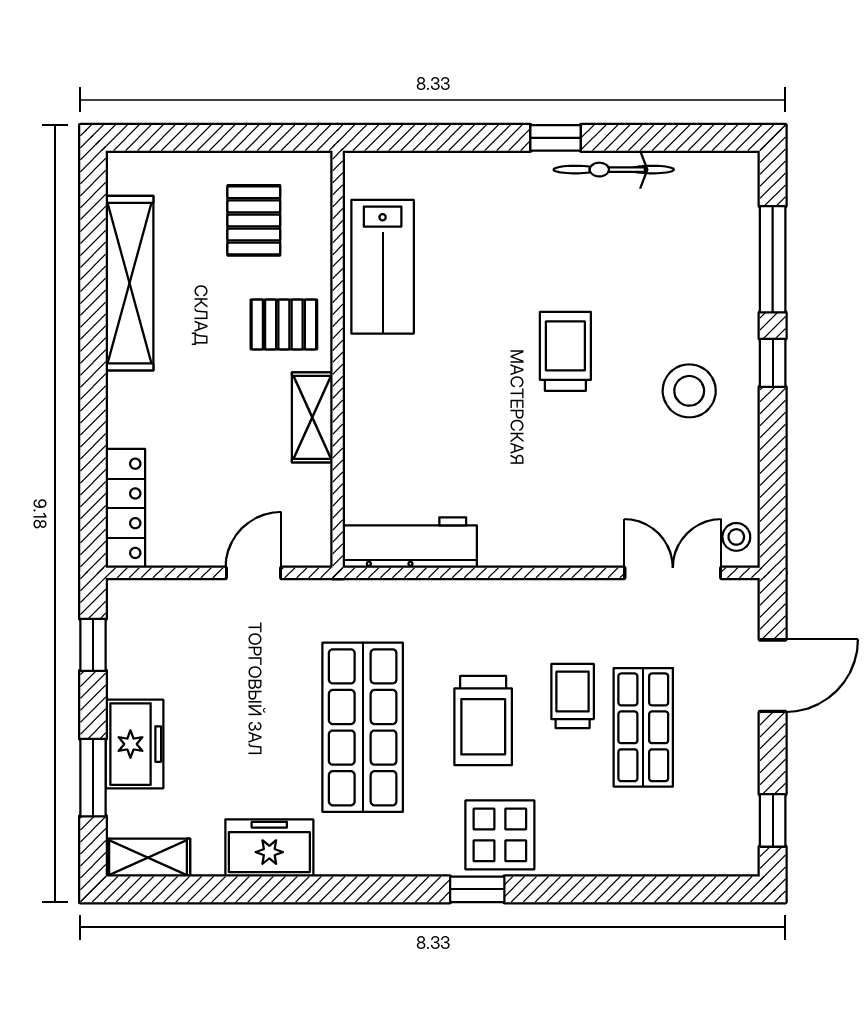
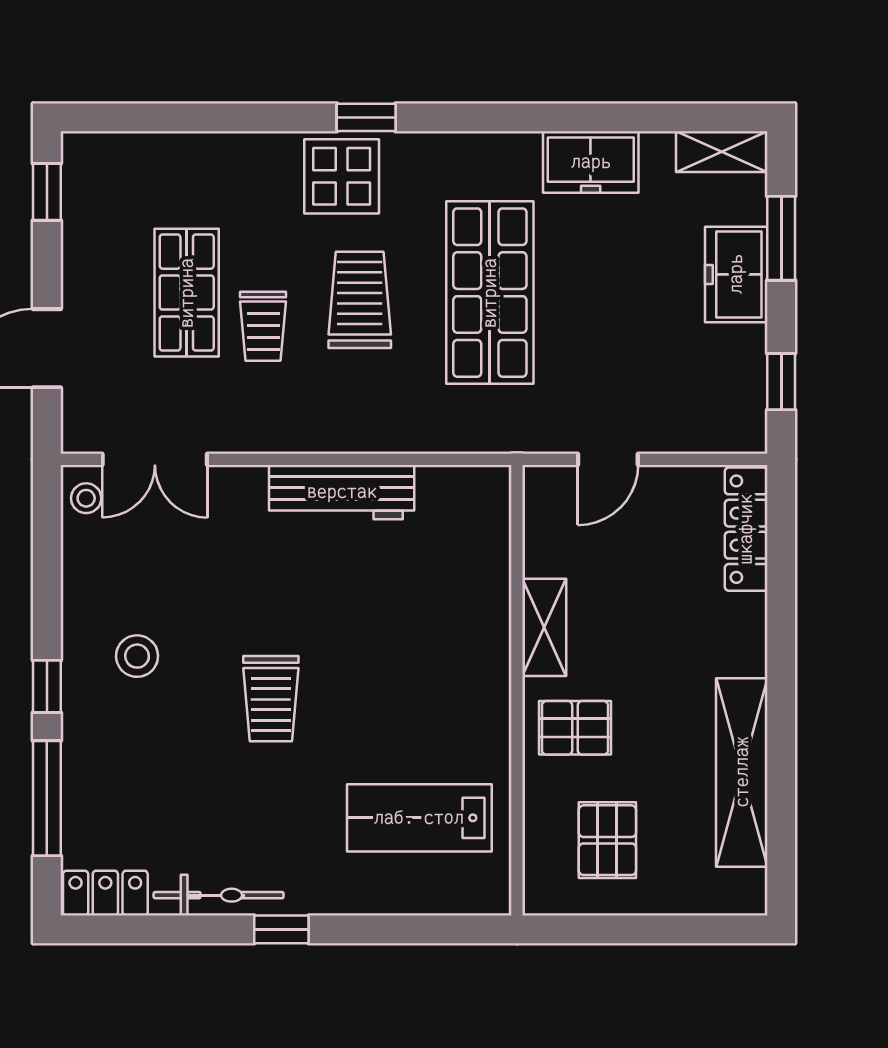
locker: (719, 171) -> (105, 893), added
lab bench: (383, 267) -> (419, 818), moved, turned -90
stool: (689, 391) -> (137, 656), width x0.73, depth x0.73
workbench: (410, 543) -> (342, 492), moved

